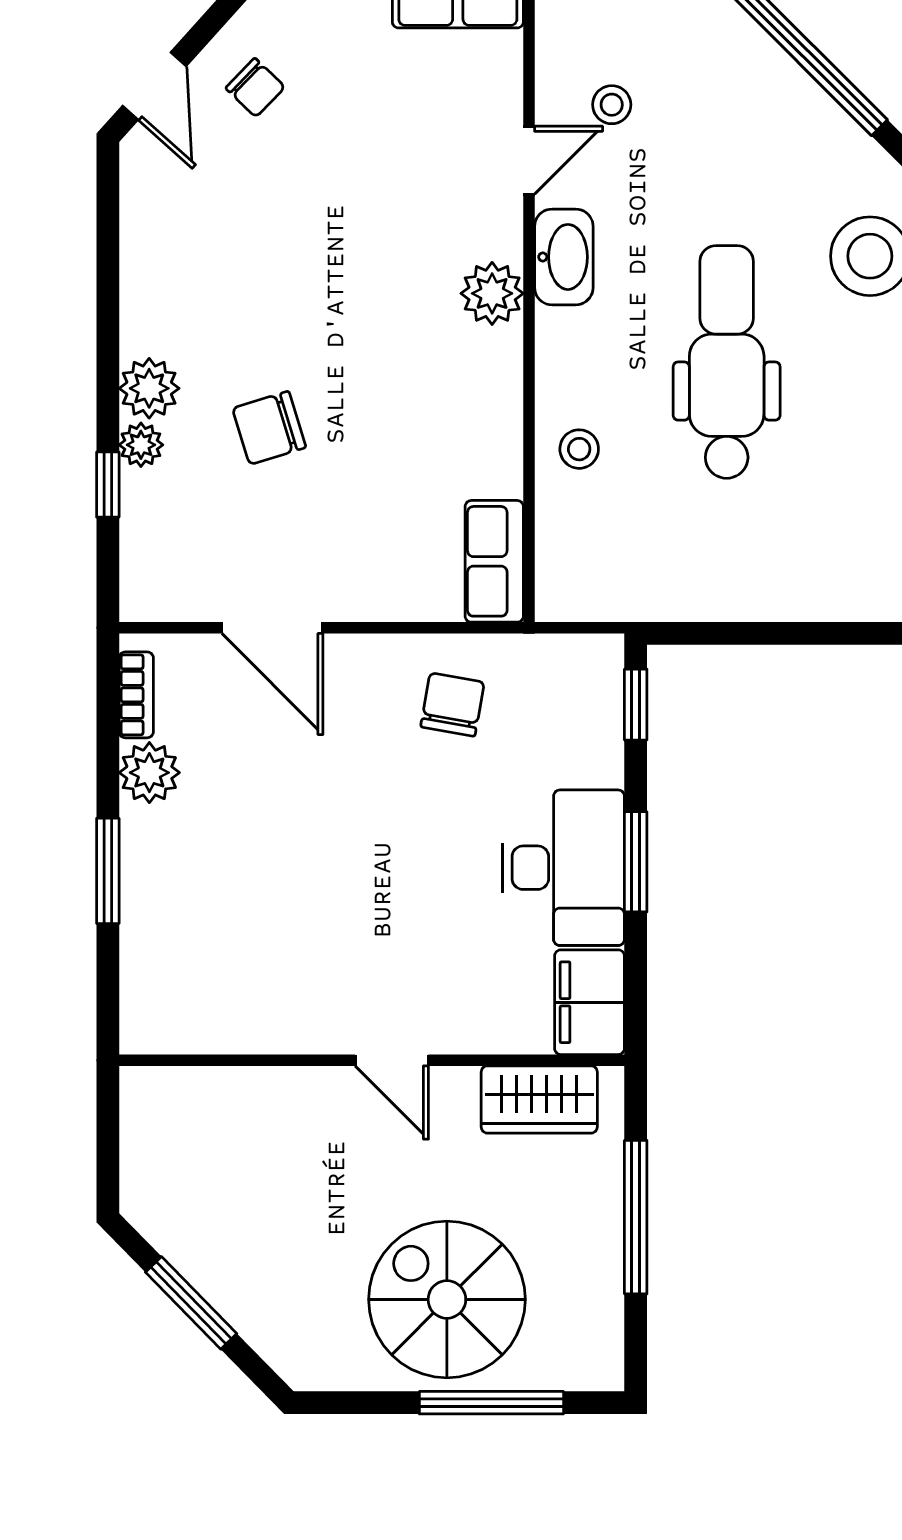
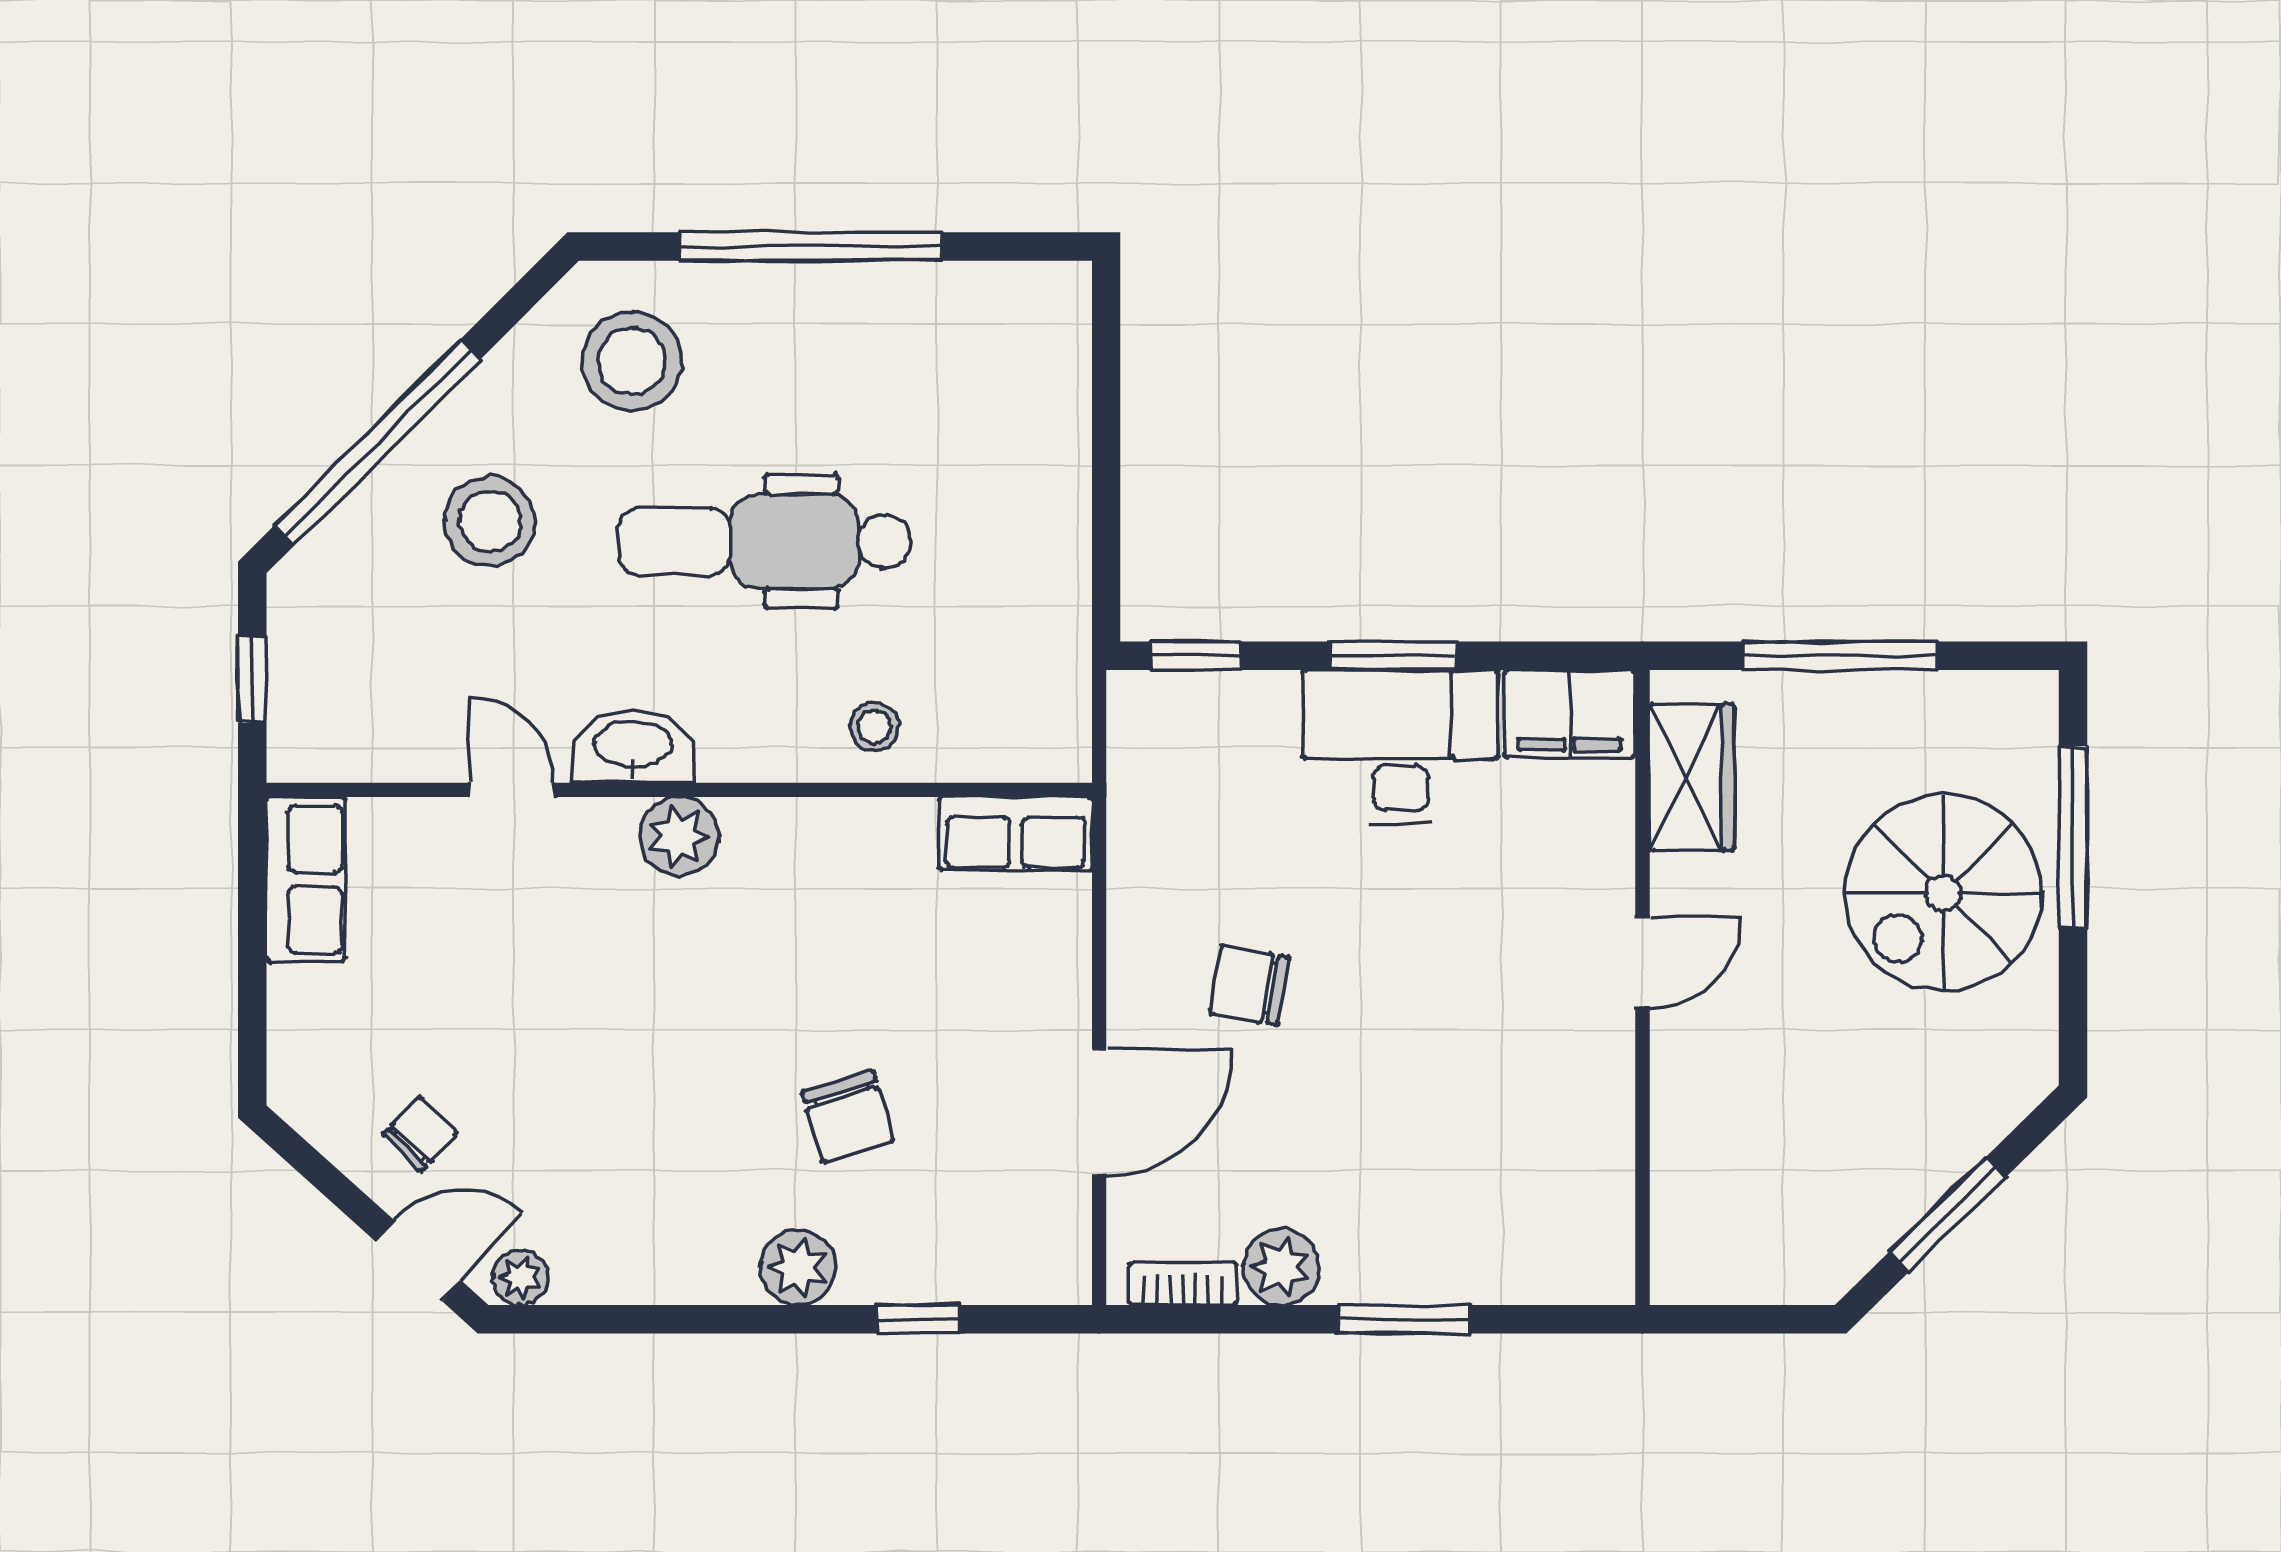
stool: (612, 105) -> (490, 521), moved, width x1.89, depth x1.89
plant: (141, 445) -> (520, 1277), moved
chair: (452, 705) -> (1250, 985), moved

